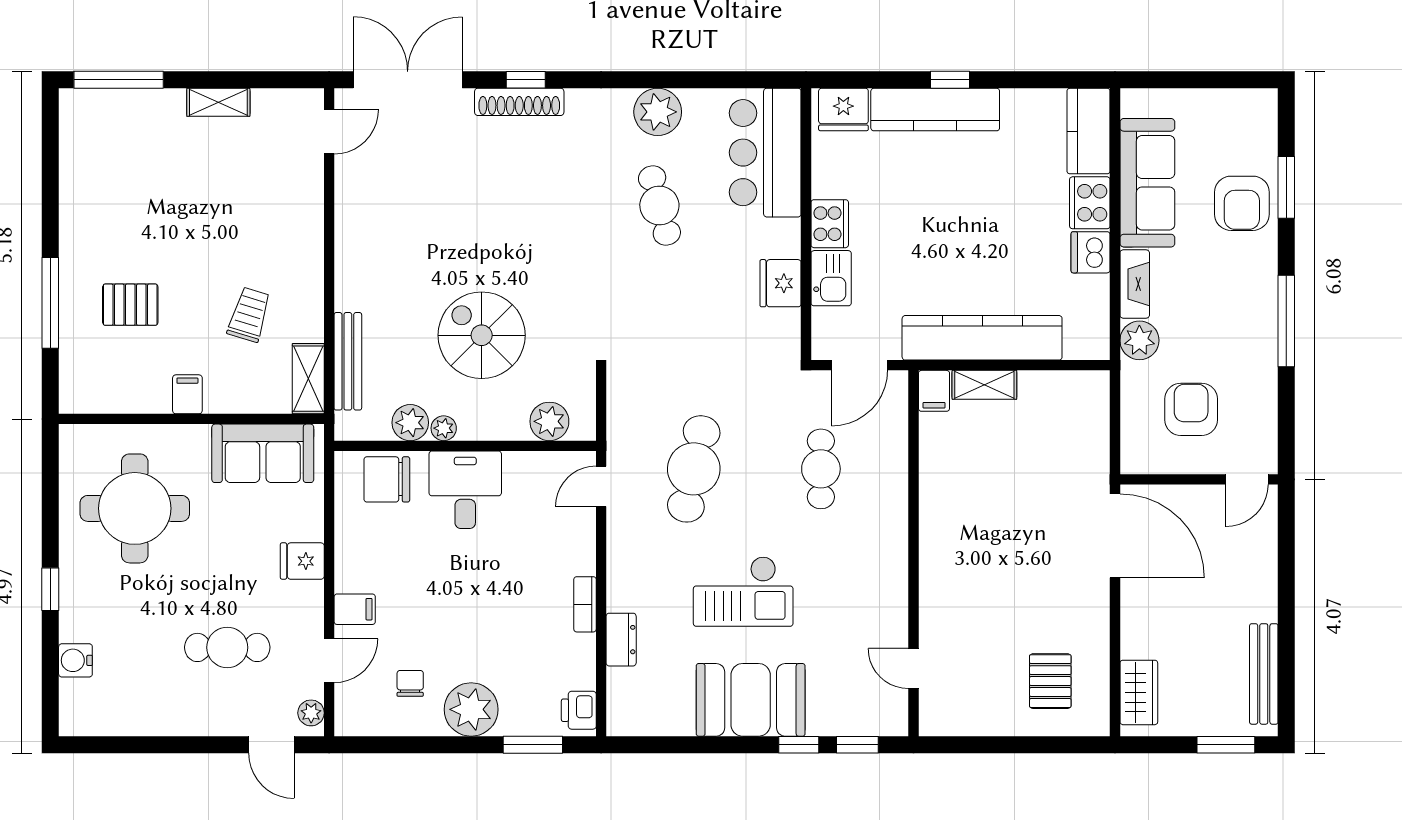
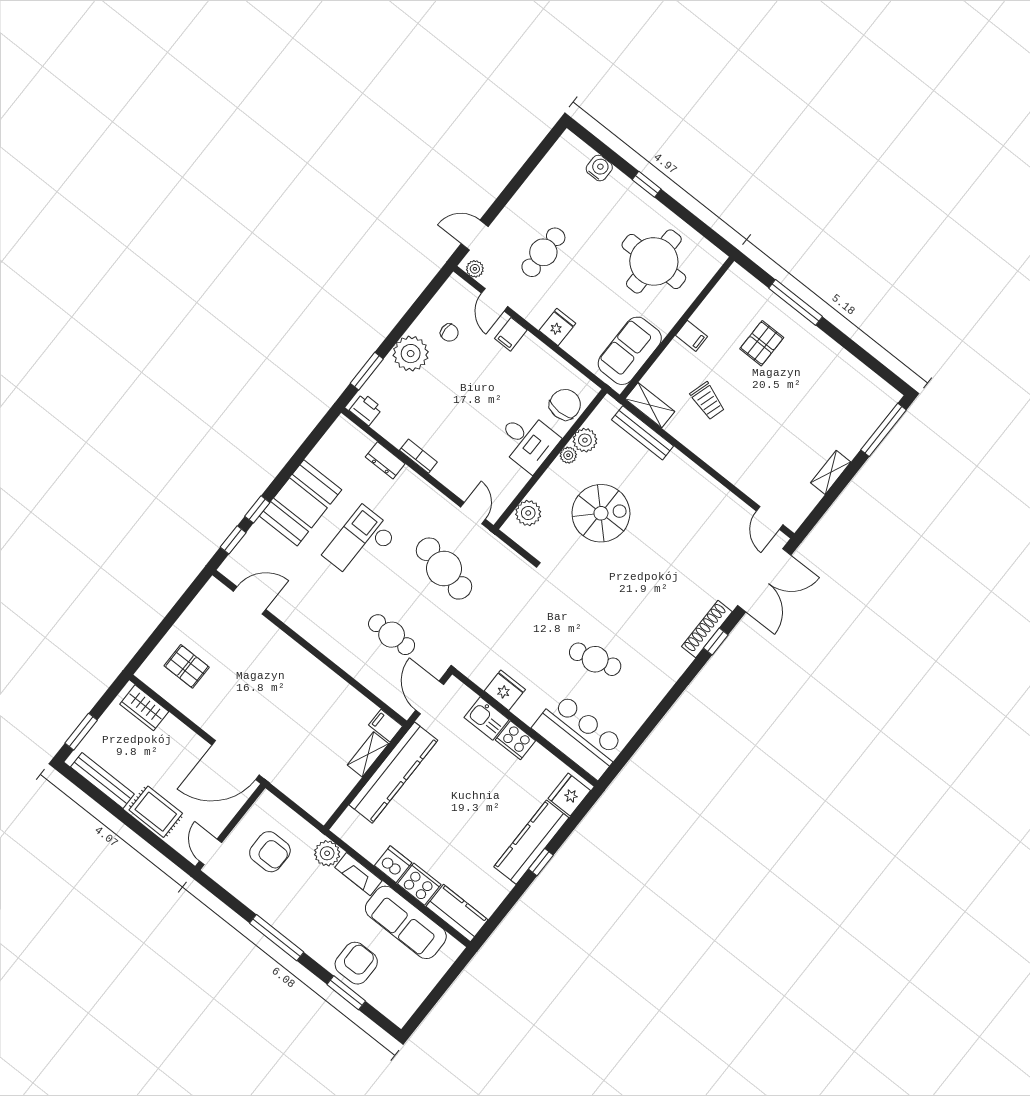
plant: (658, 112) -> (645, 697), removed
armchair: (1242, 203) -> (356, 963), turned 90
rug: (1251, 582) -> (156, 812), added
door: (913, 669) -> (250, 600), width x1.38

